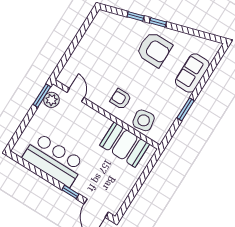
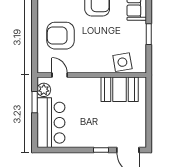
window: (42, 96) -> (35, 102), moved
armchair: (121, 99) -> (60, 36), moved, width x1.88, depth x1.88
bar counter: (54, 160) -> (51, 123), moved, turned 90

